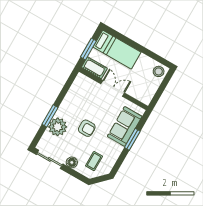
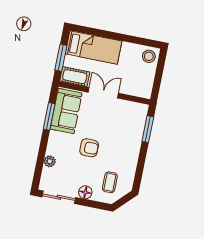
window: (50, 116) -> (49, 116), moved
sofa: (125, 126) -> (66, 111), moved, turned 180
plant: (58, 127) -> (50, 161), width x0.53, depth x0.53
window: (132, 139) -> (148, 129), moved

